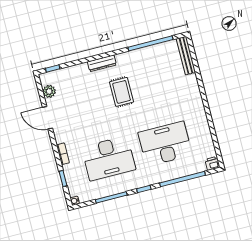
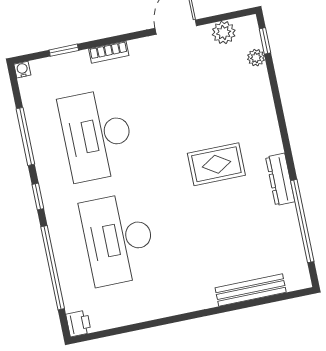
bench: (186, 56) -> (251, 290), moved
dresser: (102, 63) -> (280, 179), moved
plant: (62, 73) -> (256, 58), added
desk: (165, 144) -> (118, 239), turned 180

